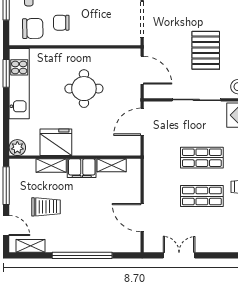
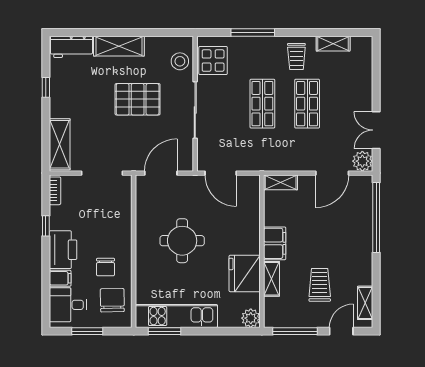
shelving: (112, 165) -> (281, 182), moved, turned 90
plant: (152, 244) -> (362, 161), added
window: (82, 255) -> (376, 217), moved

